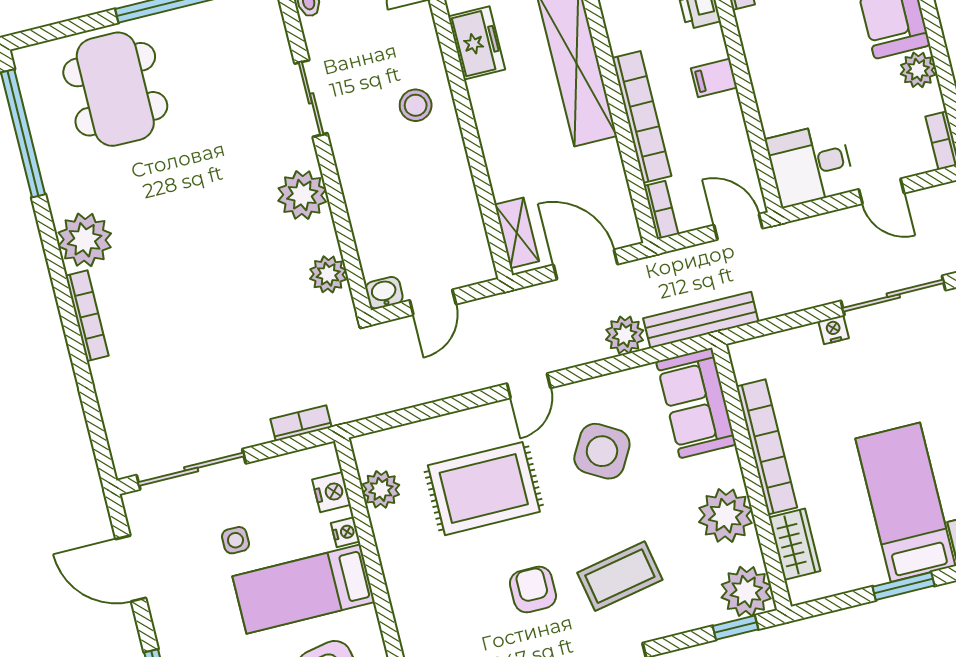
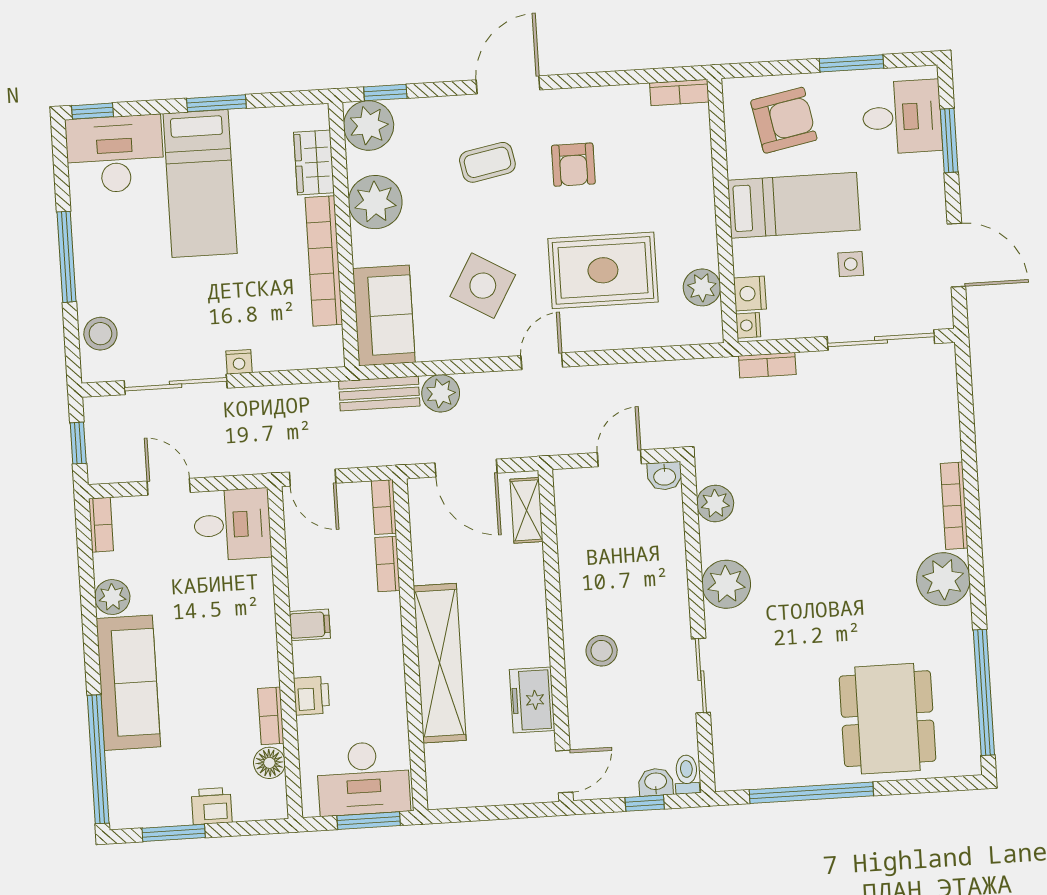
bookcase: (642, 117) -> (387, 564), width x0.43, depth x0.76
bench: (701, 320) -> (379, 394), width x0.73
nightstand: (345, 532) -> (748, 325), moved
coffee table: (620, 576) -> (487, 162), width x0.73, depth x0.77

